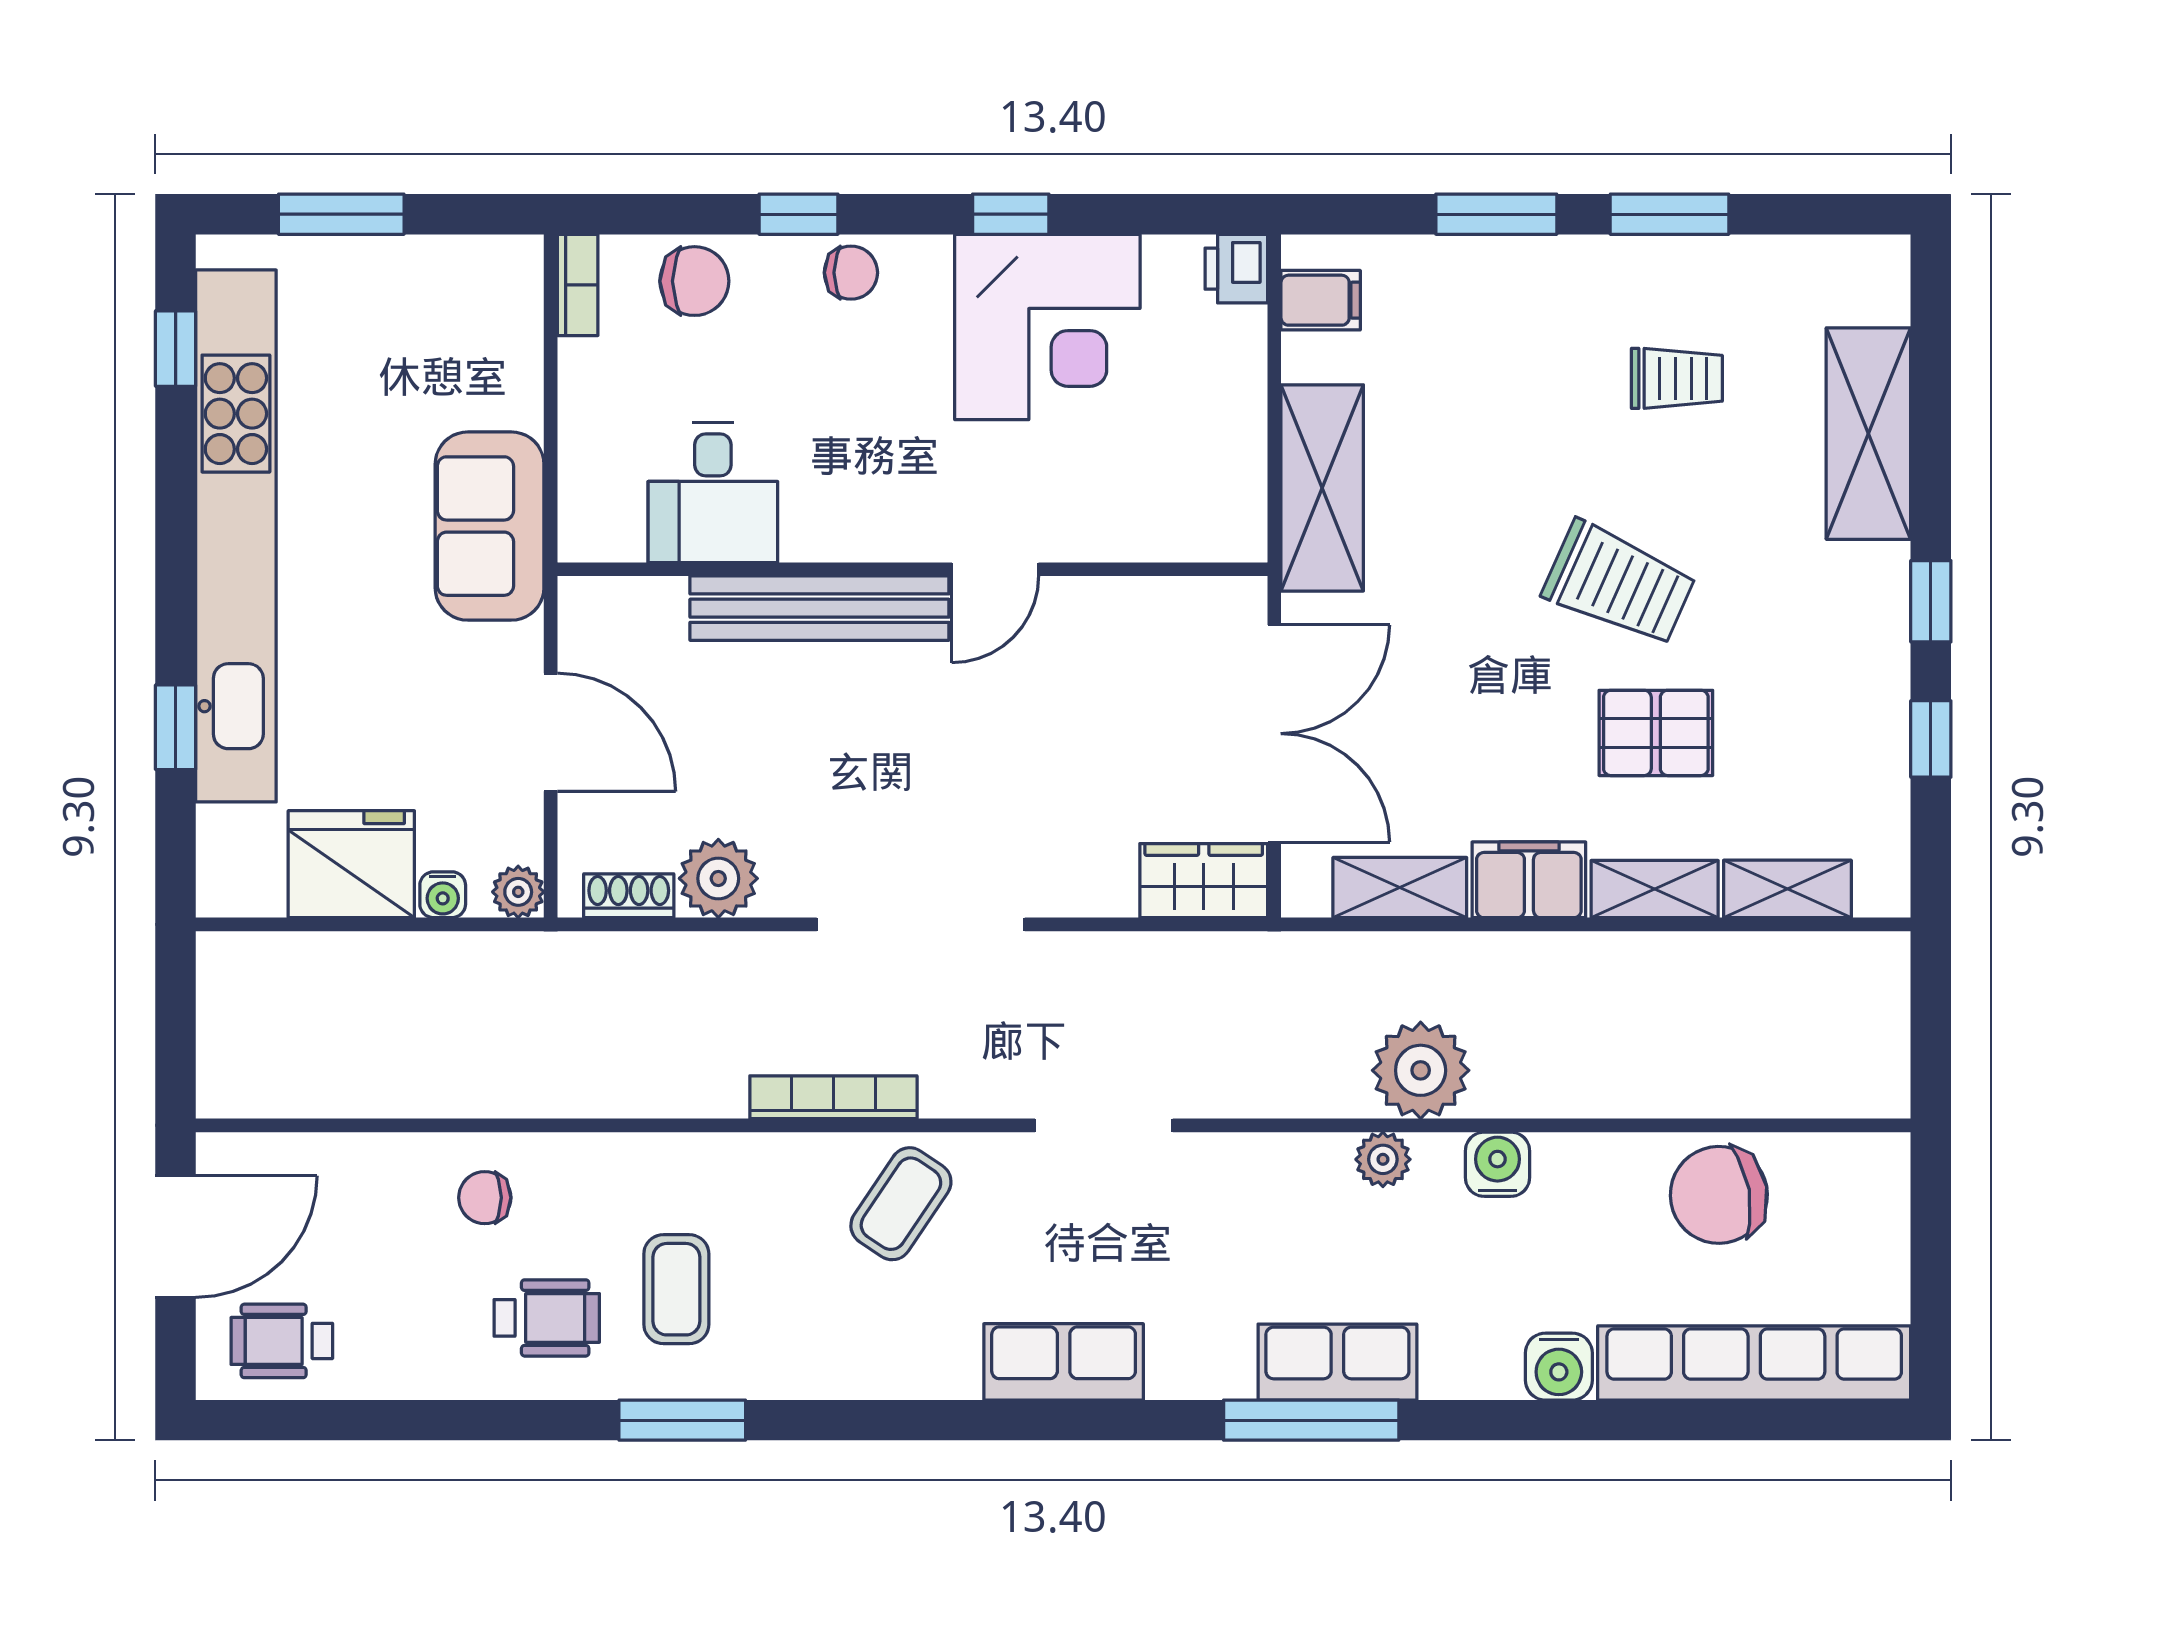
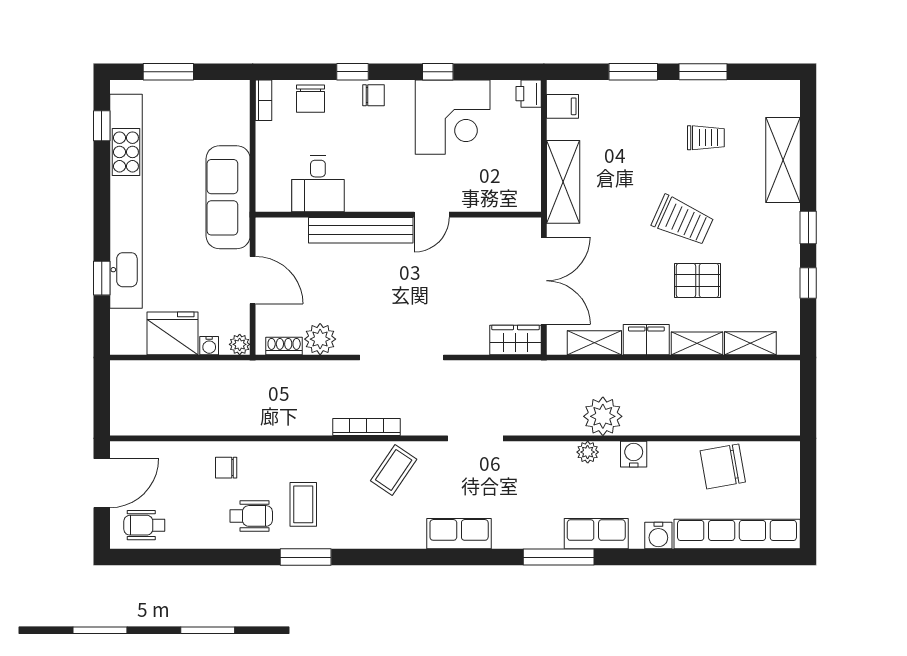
chair: (694, 281) -> (311, 99), turned 90
sofa: (490, 526) -> (228, 197), width x1.36
row of seats: (1337, 1362) -> (596, 534), moved

